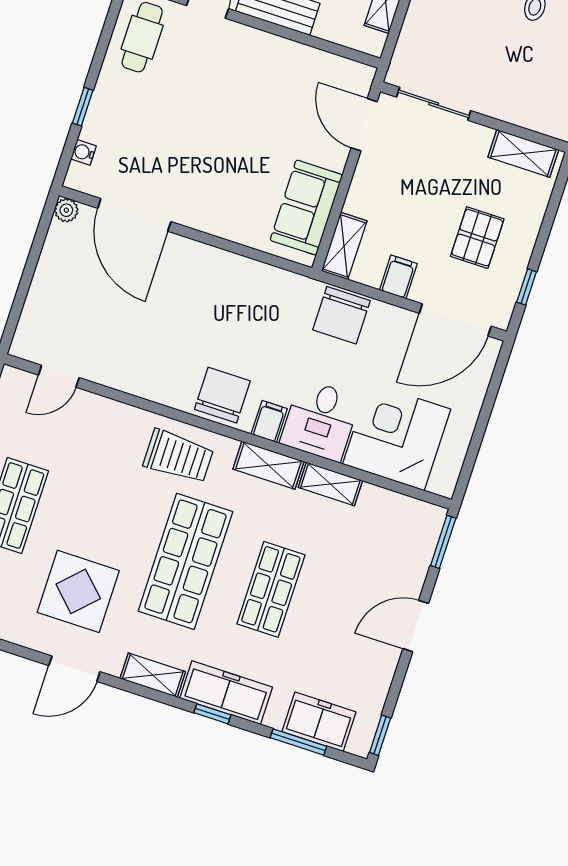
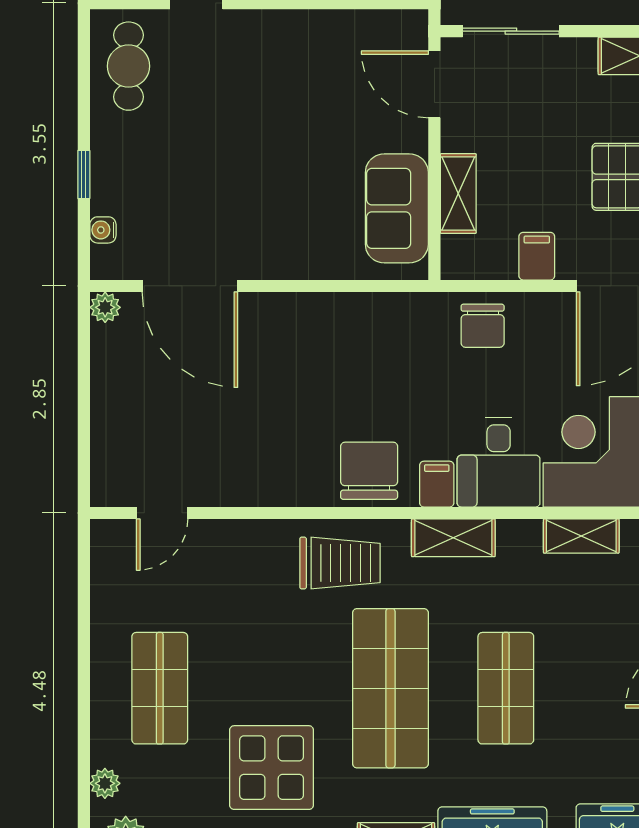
shelving: (344, 246) -> (458, 194), moved
chair: (341, 315) -> (483, 326), width x0.73, depth x0.73
shelving: (330, 484) -> (581, 536), moved

